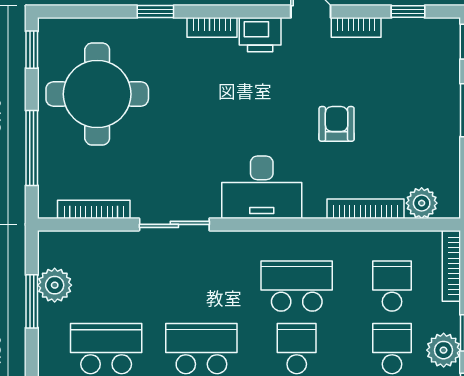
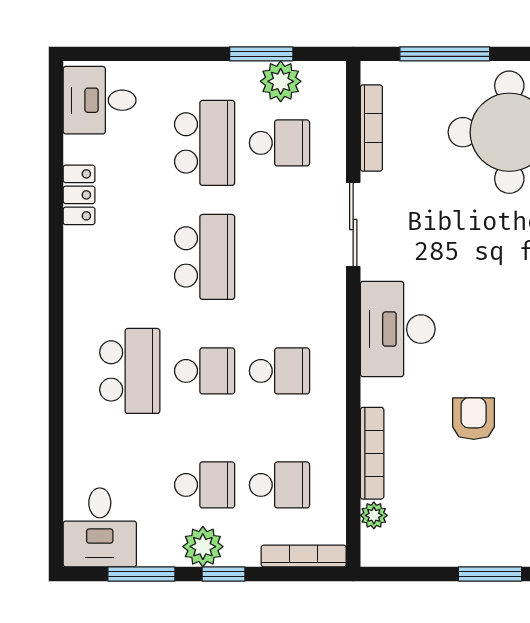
armchair: (337, 124) -> (474, 419), turned -90
plant: (422, 203) -> (374, 515), width x0.73, depth x0.73
school desk: (106, 286) -> (279, 143), added
school desk: (297, 286) -> (279, 371), width x0.54

